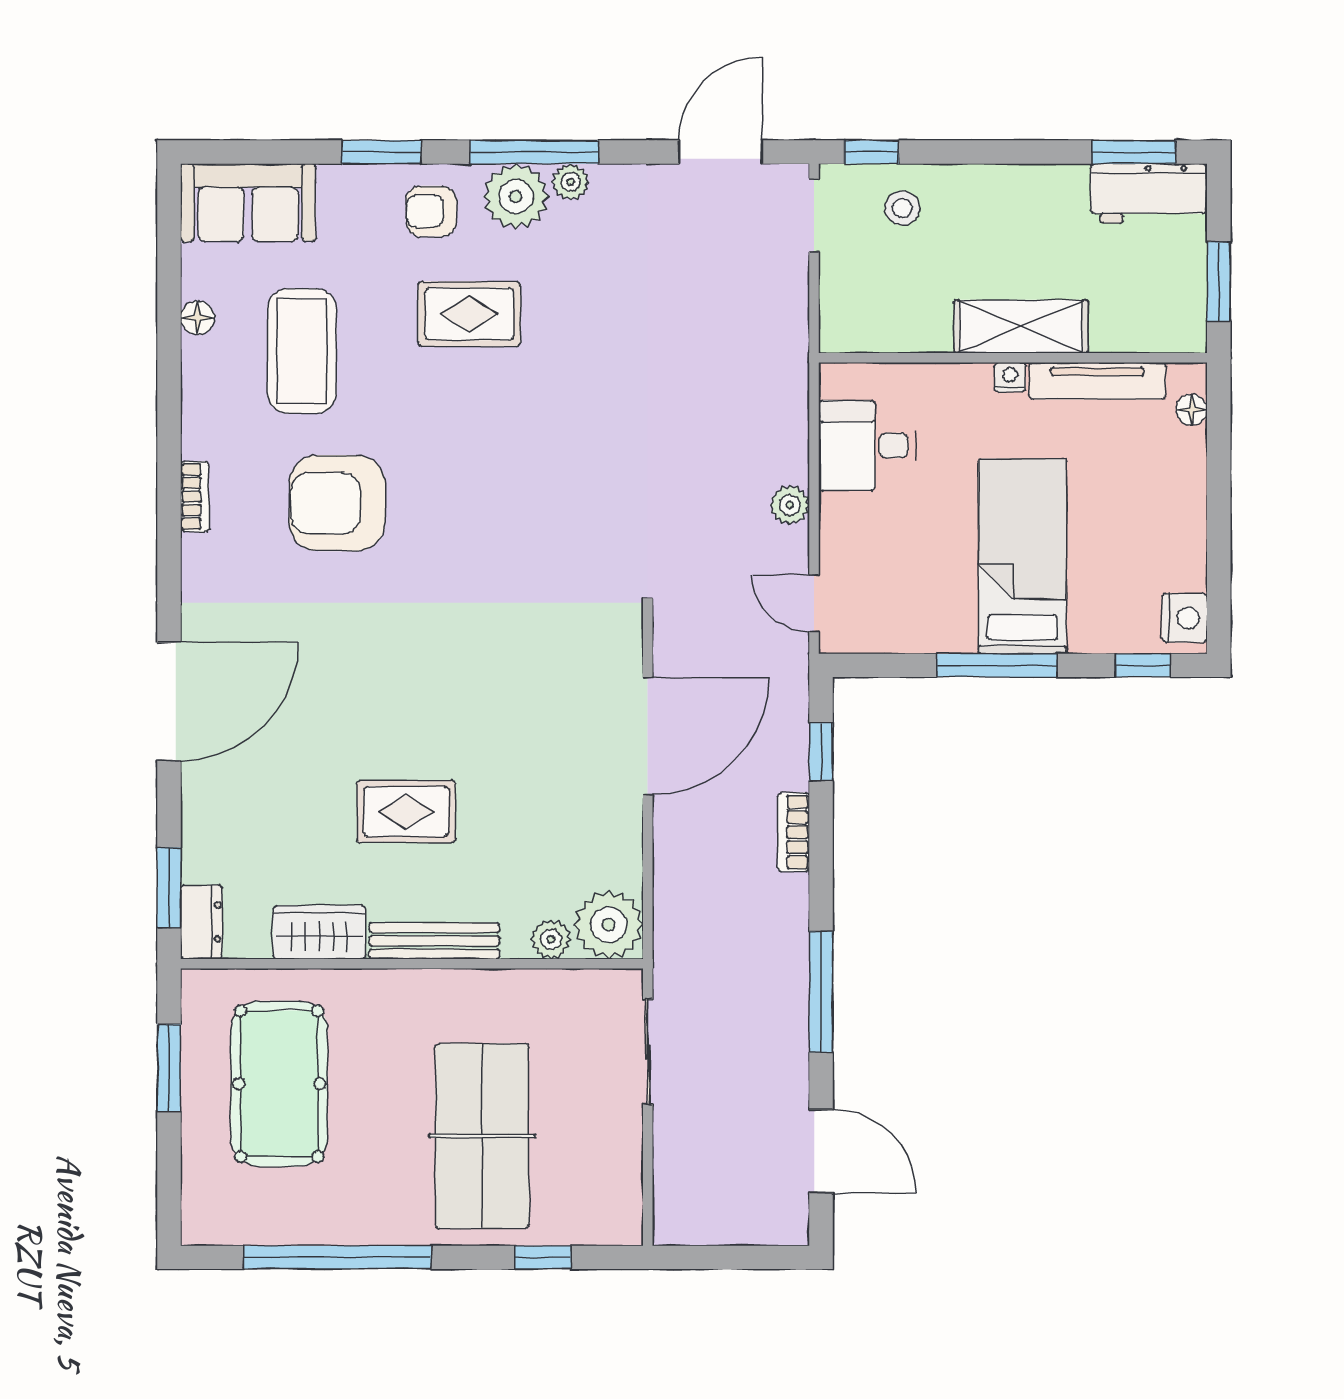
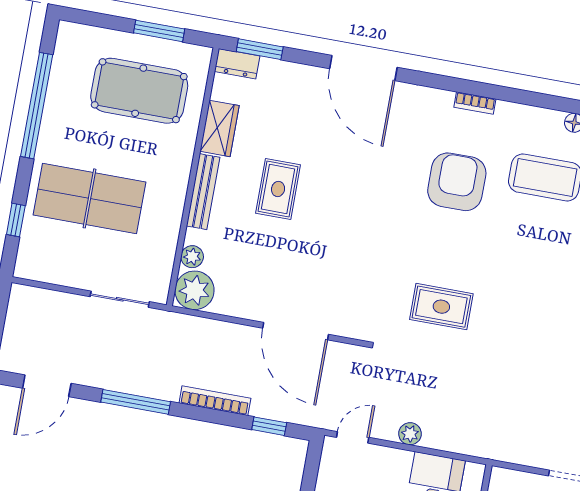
rug: (469, 314) -> (441, 307), moved, turned 90
bookcase: (794, 832) -> (215, 401), width x1.56

